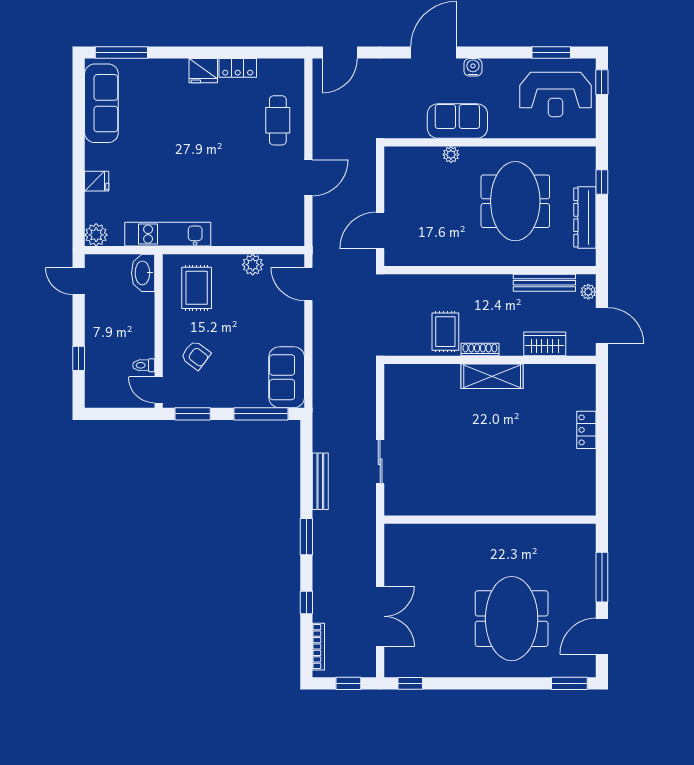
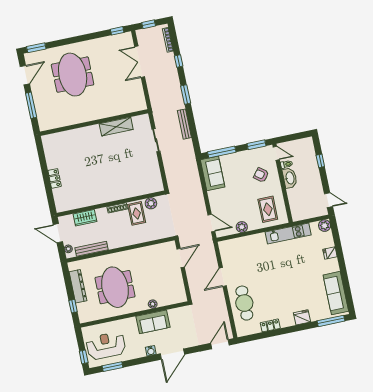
fridge: (203, 71) -> (302, 317), moved
cafe table: (278, 120) -> (244, 303), width x1.37, depth x1.35
washbasin: (143, 273) -> (290, 178), moved
plant: (415, 345) -> (151, 203), added
shelving: (492, 376) -> (116, 127), moved

